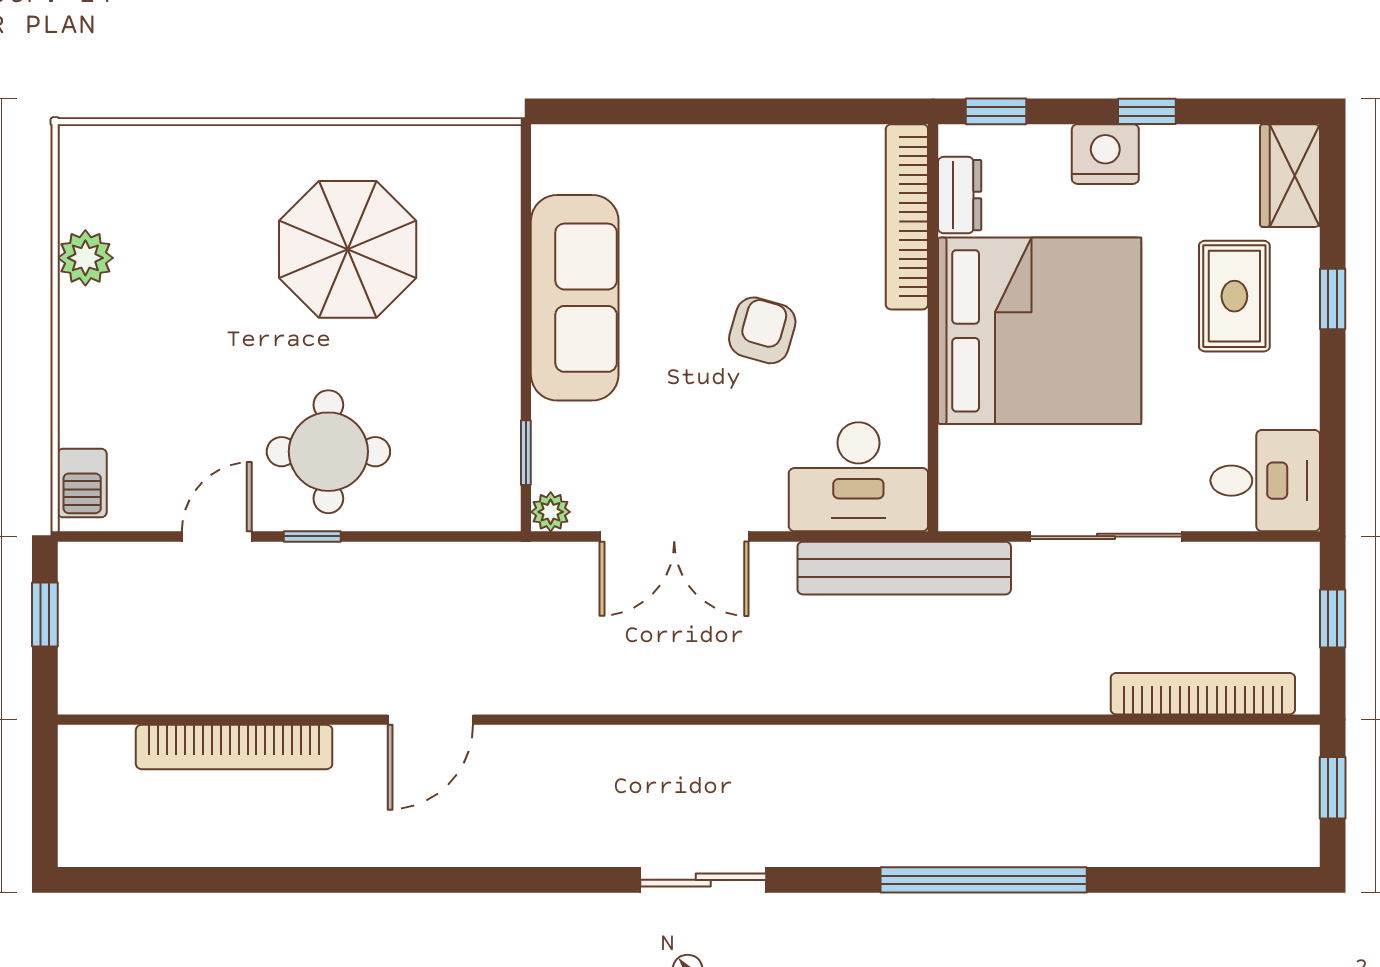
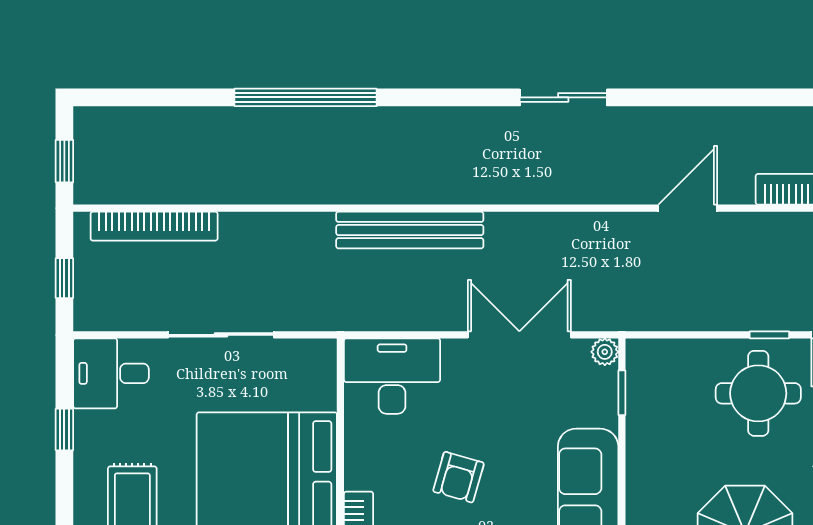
window: (1333, 299) -> (64, 430), moved
bench: (904, 568) -> (410, 230), moved
sliding door: (703, 880) -> (563, 97), moved

